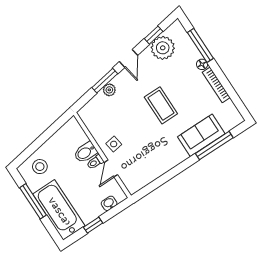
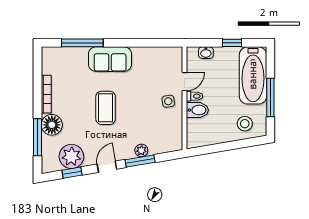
floor lamp: (202, 64) -> (52, 125), width x1.89, depth x1.89
sofa: (201, 135) -> (110, 59), moved

